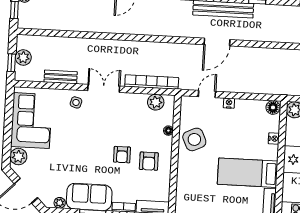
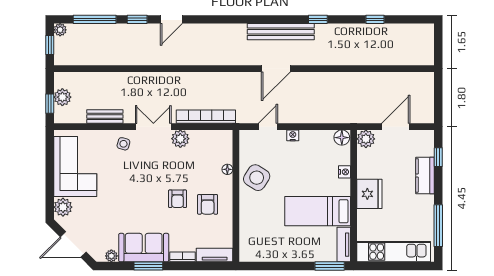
plant: (156, 102) -> (180, 139), moved
side table: (194, 139) -> (257, 178), turned -33

